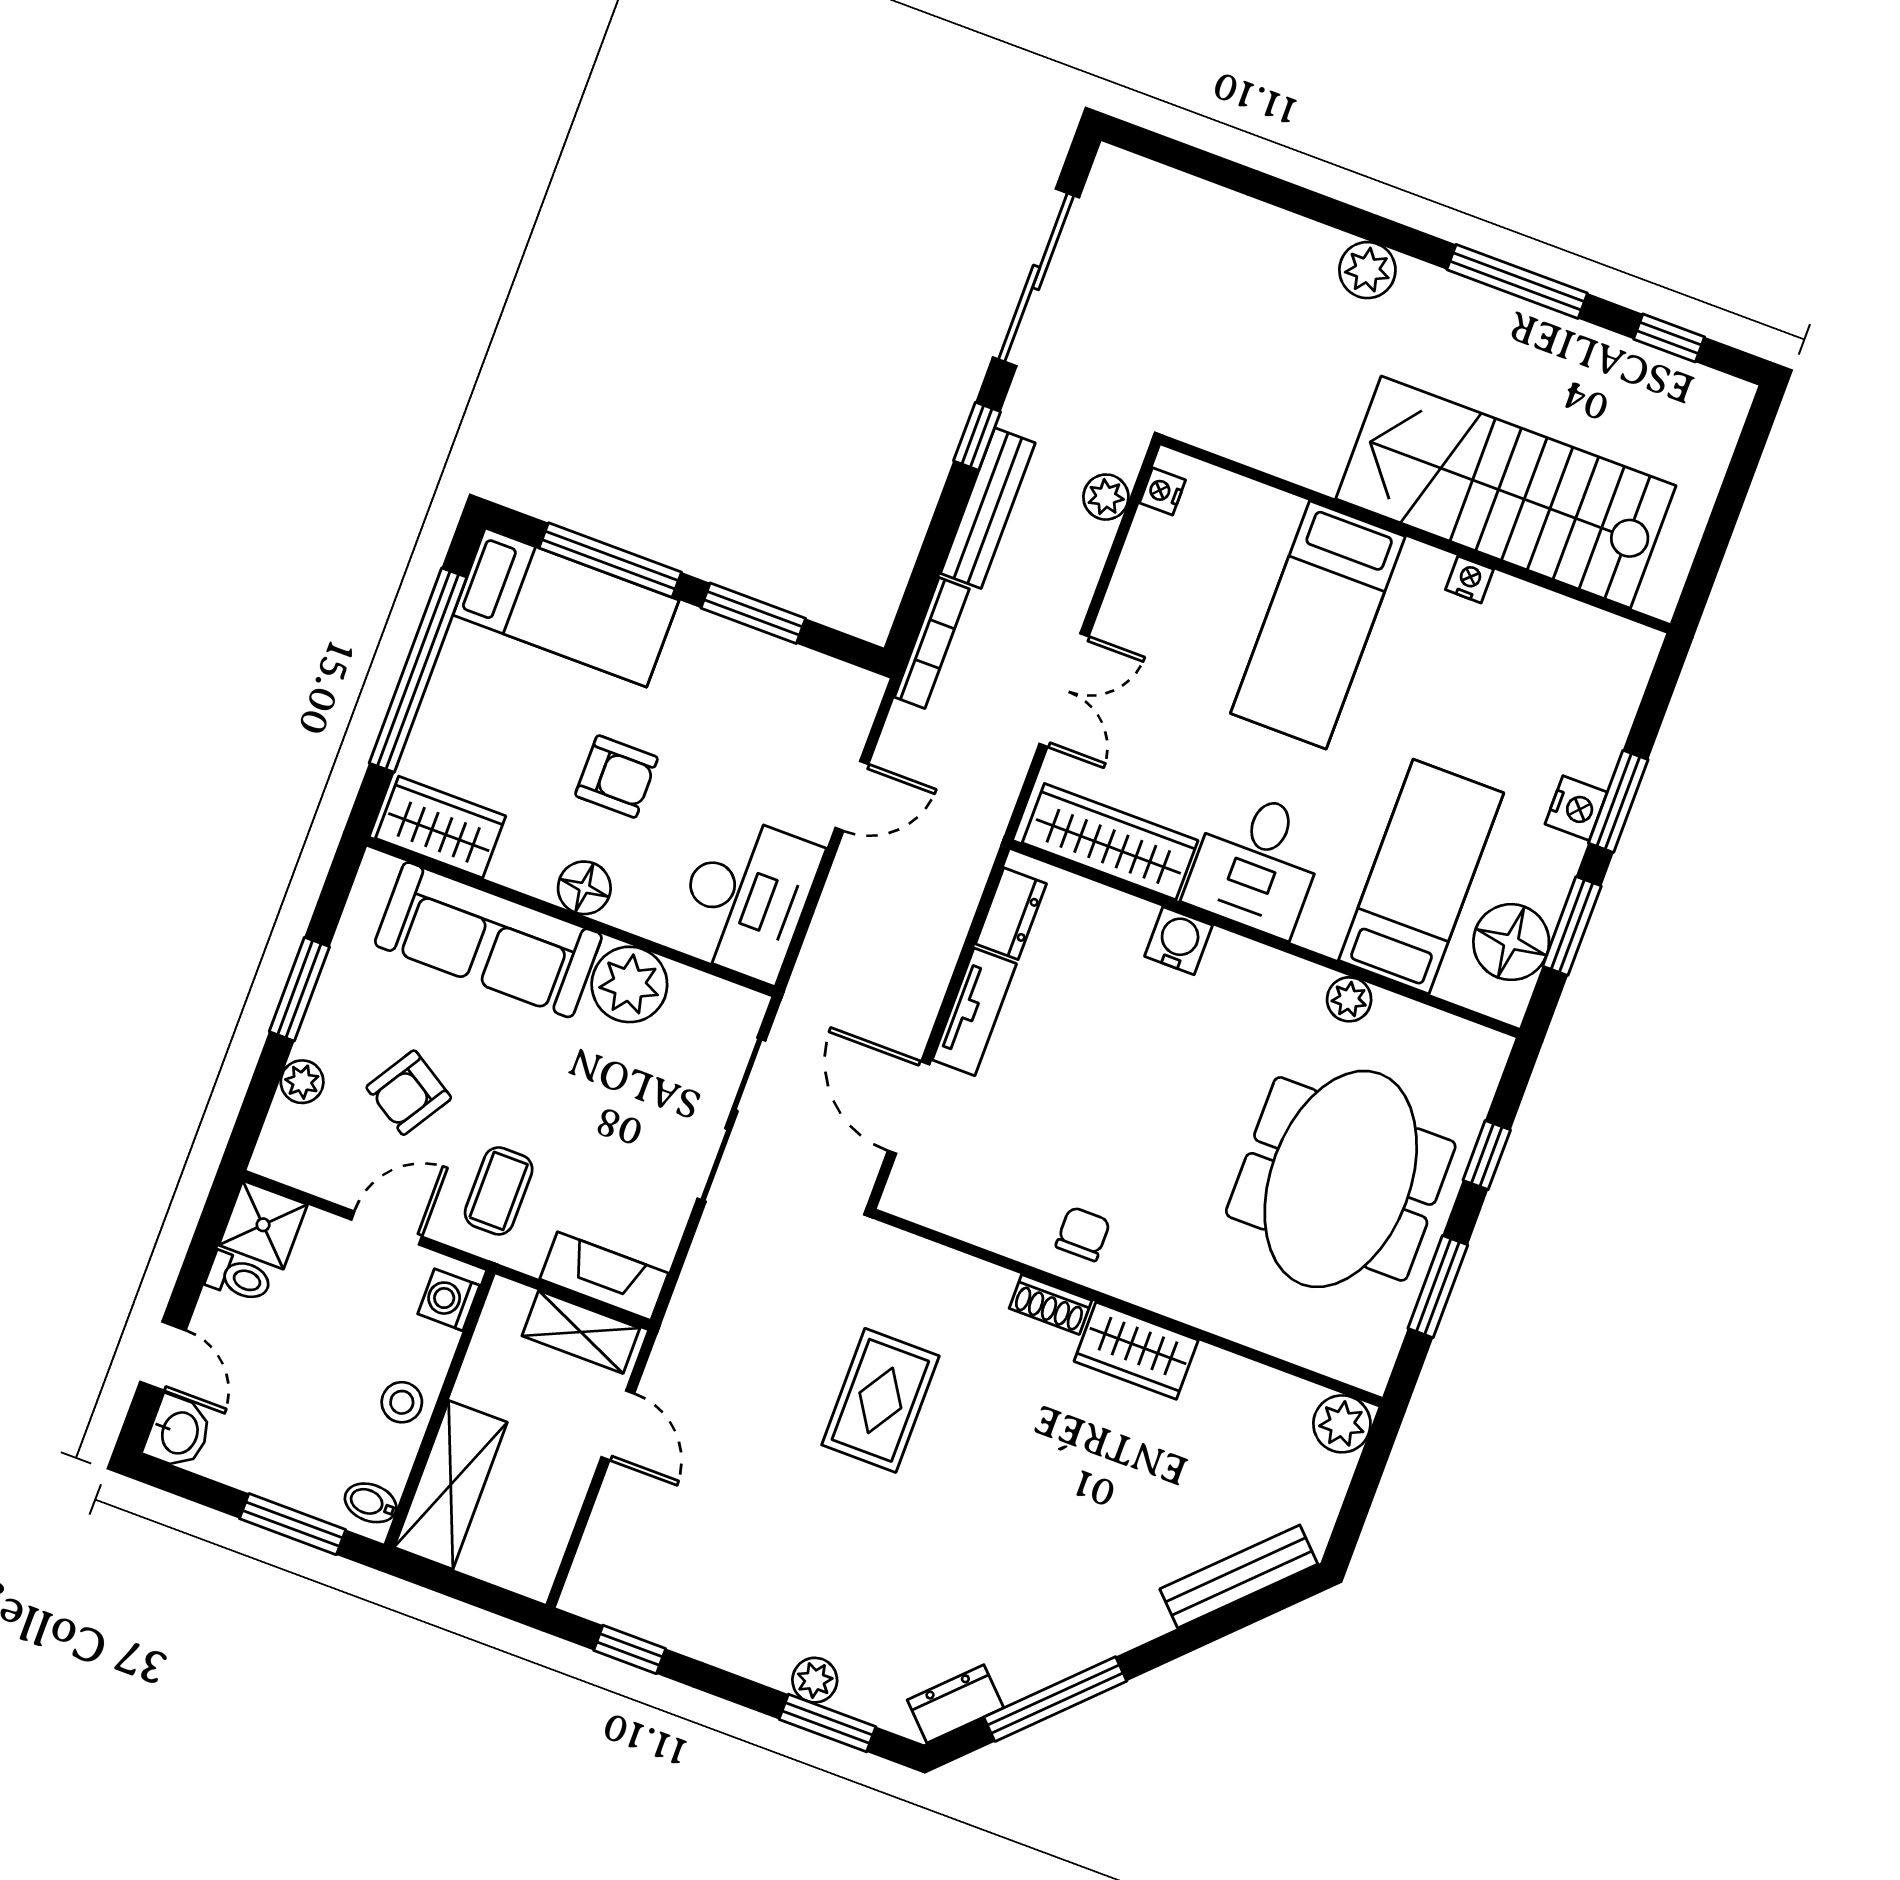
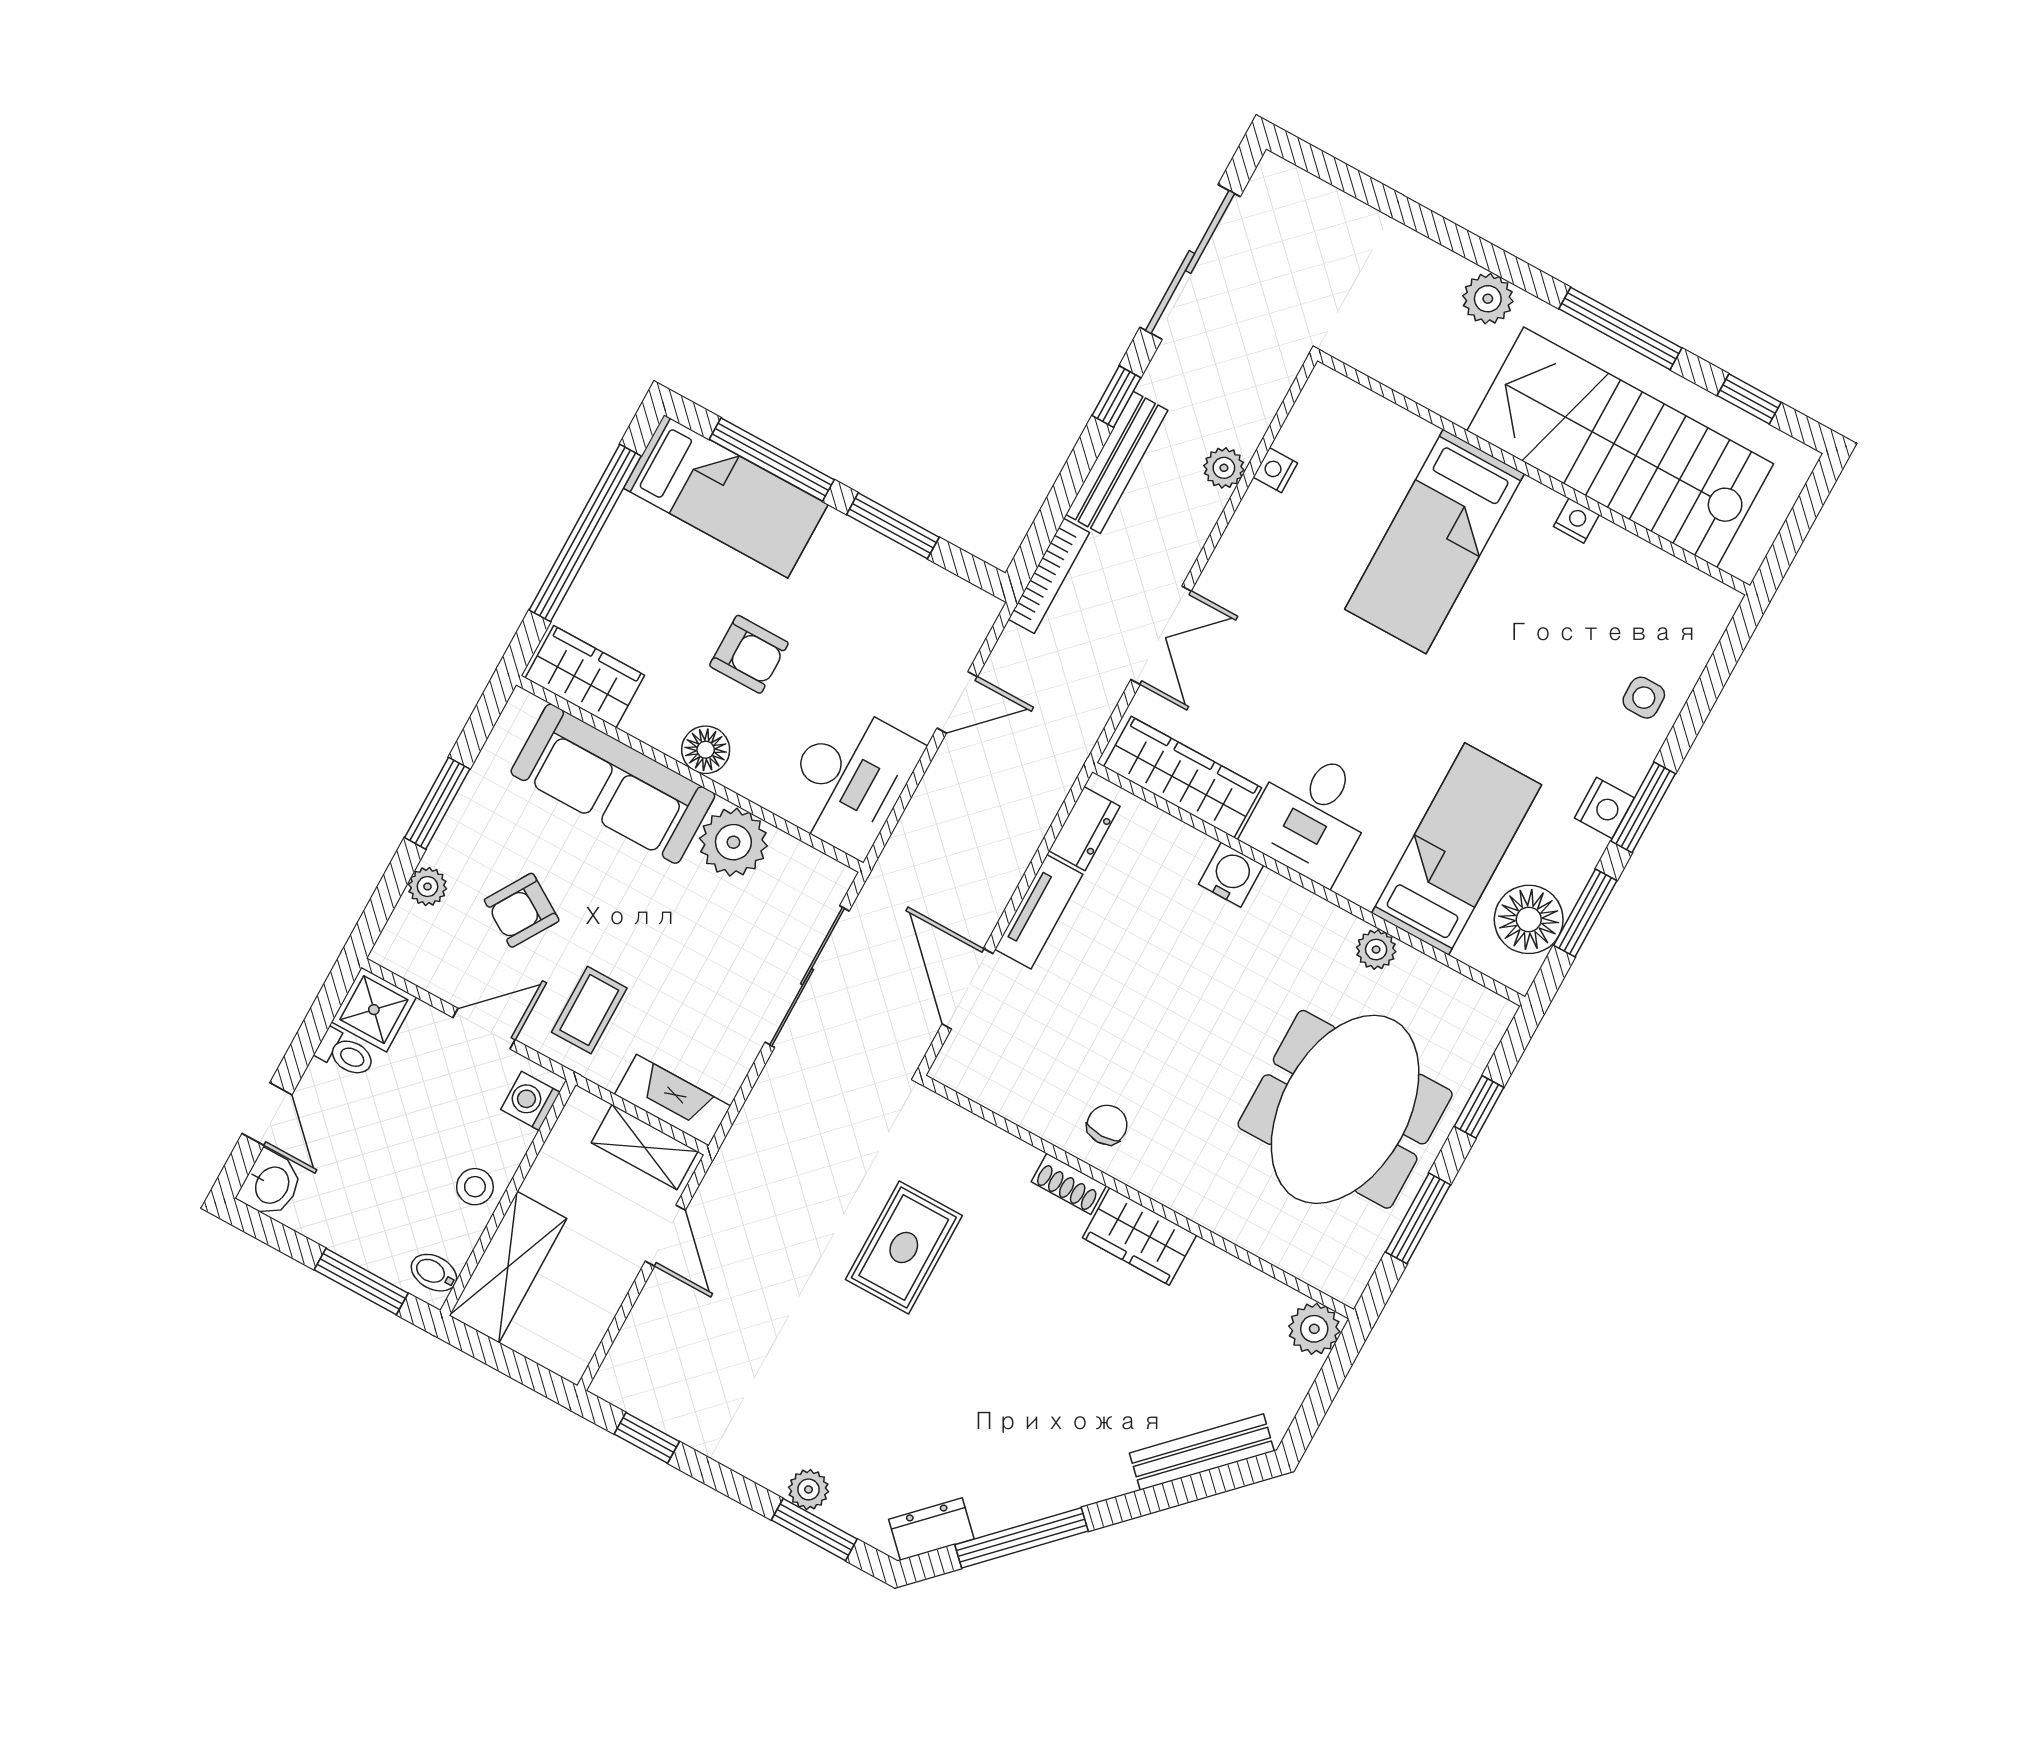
stairs: (1506, 492) -> (1620, 447), moved
wall: (1415, 534) -> (1534, 473), moved
nightstand: (1470, 579) -> (1576, 521), moved
bed: (1318, 625) -> (1435, 541), moved
side table: (1602, 681) -> (1644, 698), added

